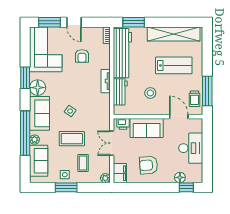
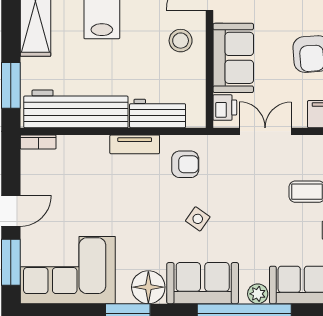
armchair: (82, 56) -> (185, 164), moved
stool: (150, 93) -> (181, 41), moved
coffee table: (72, 139) -> (256, 215), removed
double door: (112, 143) -> (265, 131), swing flipped

